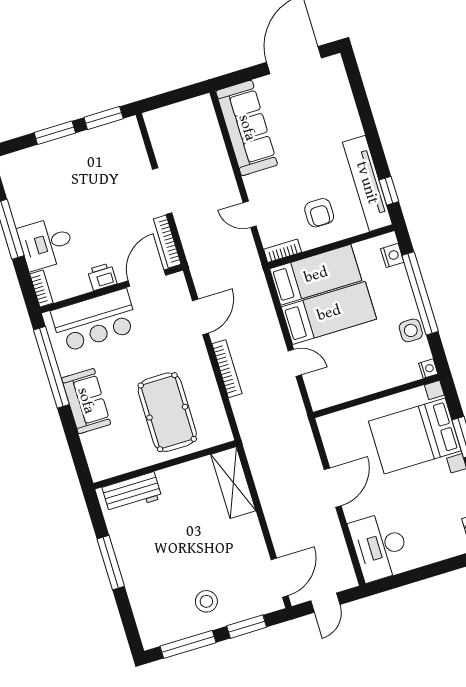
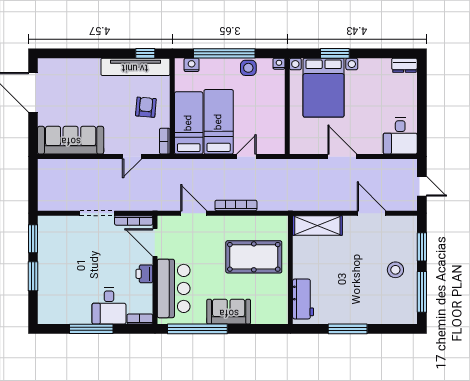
armchair: (319, 213) -> (146, 107), turned -85
desk: (380, 547) -> (400, 136), width x0.73
door: (280, 578) -> (372, 213), moved

